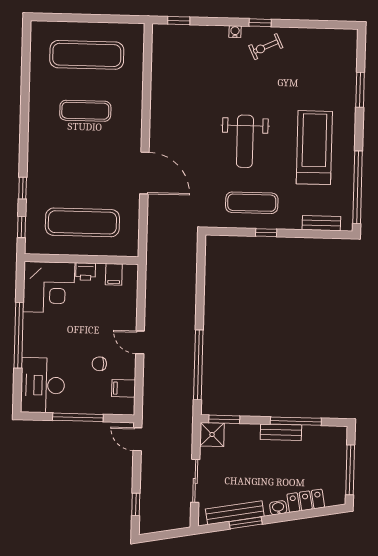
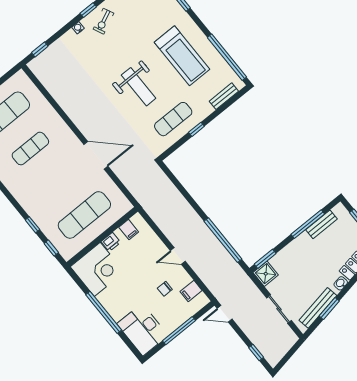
treadmill: (314, 148) -> (182, 56), turned 180
bench: (281, 432) -> (322, 224), moved

